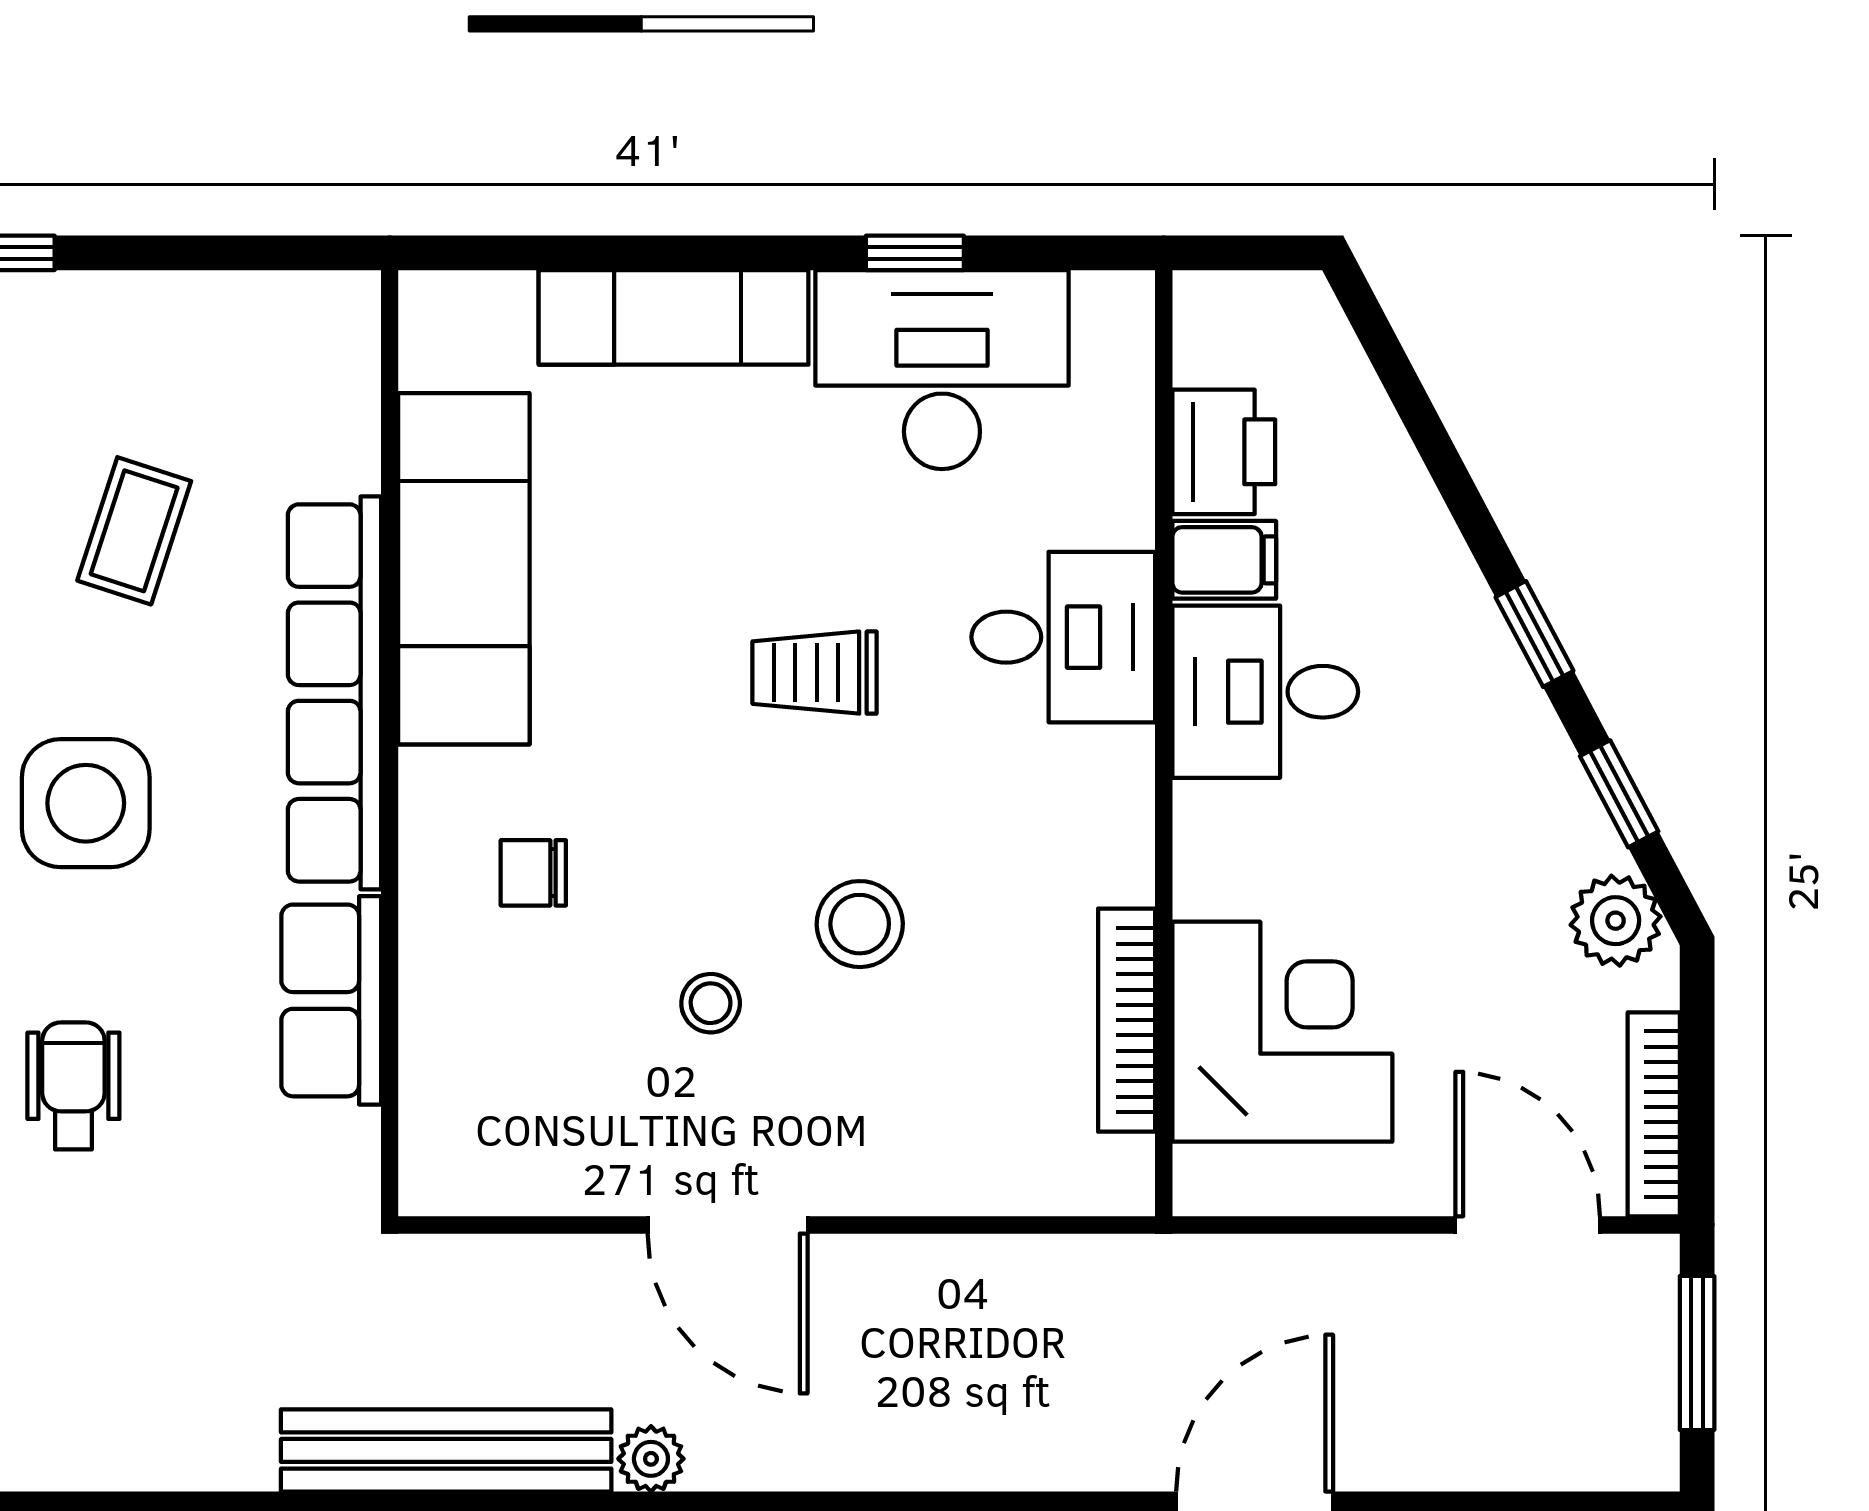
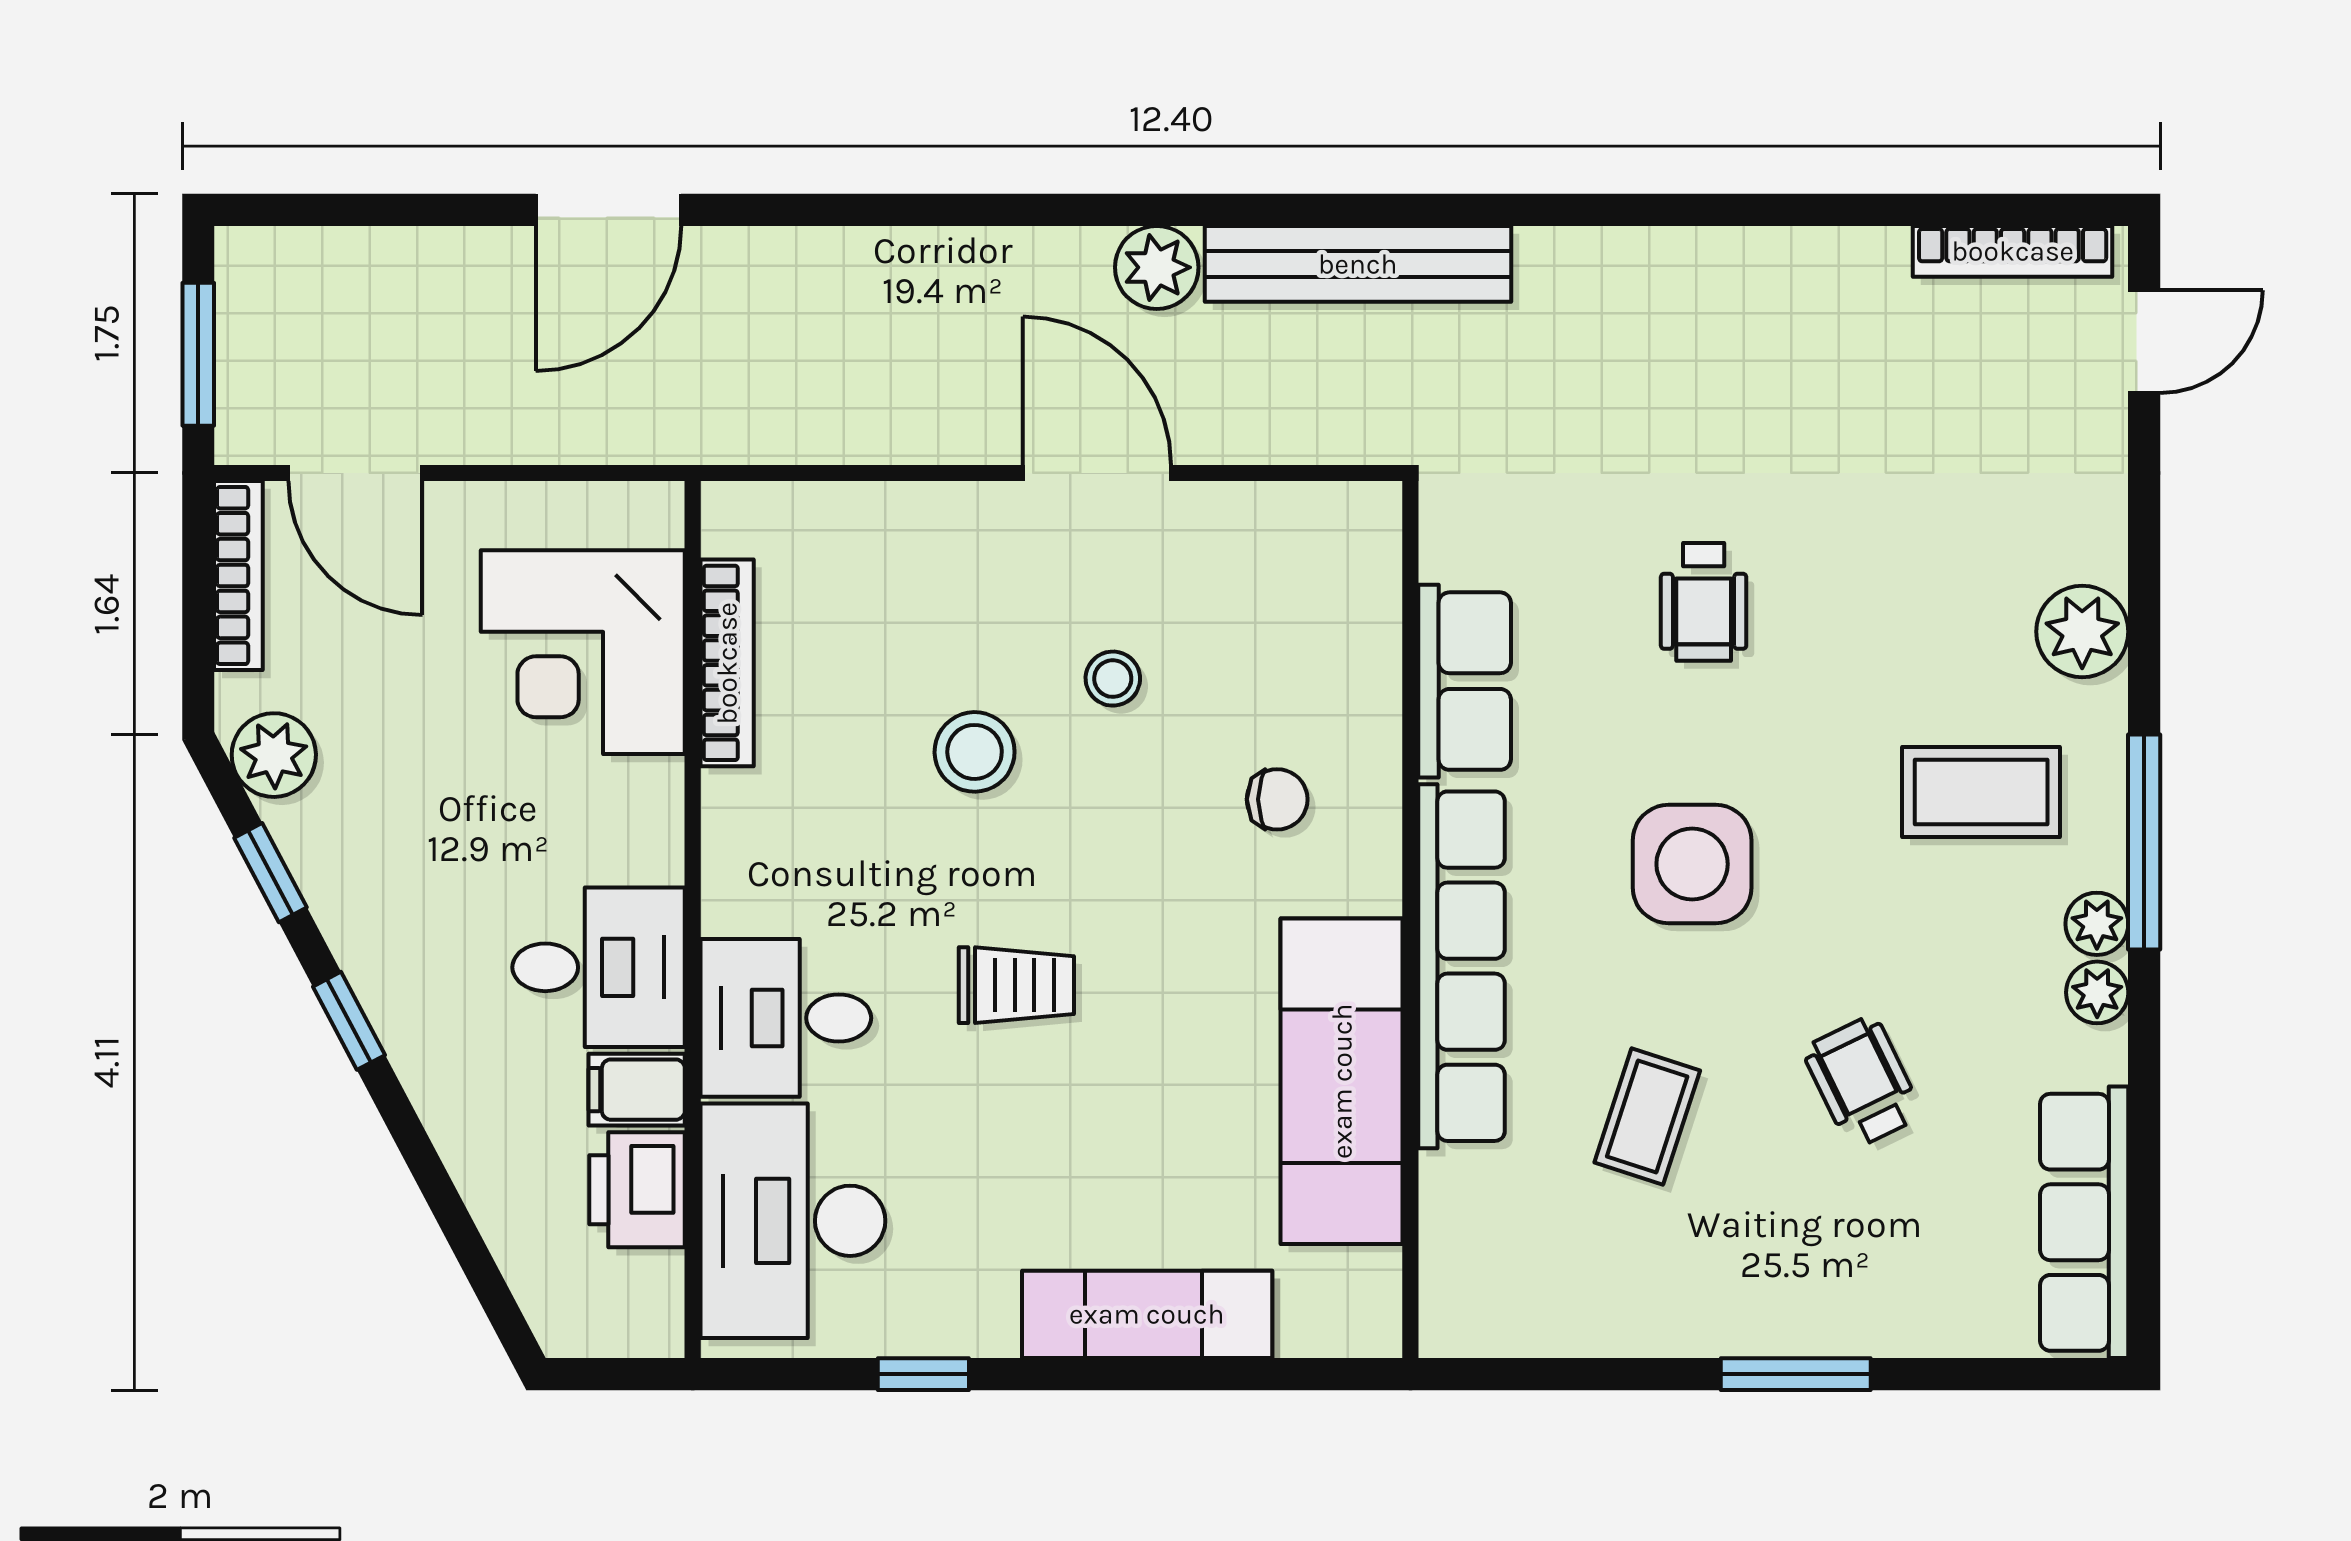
desk: (942, 370) -> (793, 1221), moved, turned 90
plant: (651, 1459) -> (1157, 267), width x1.38, depth x1.38

